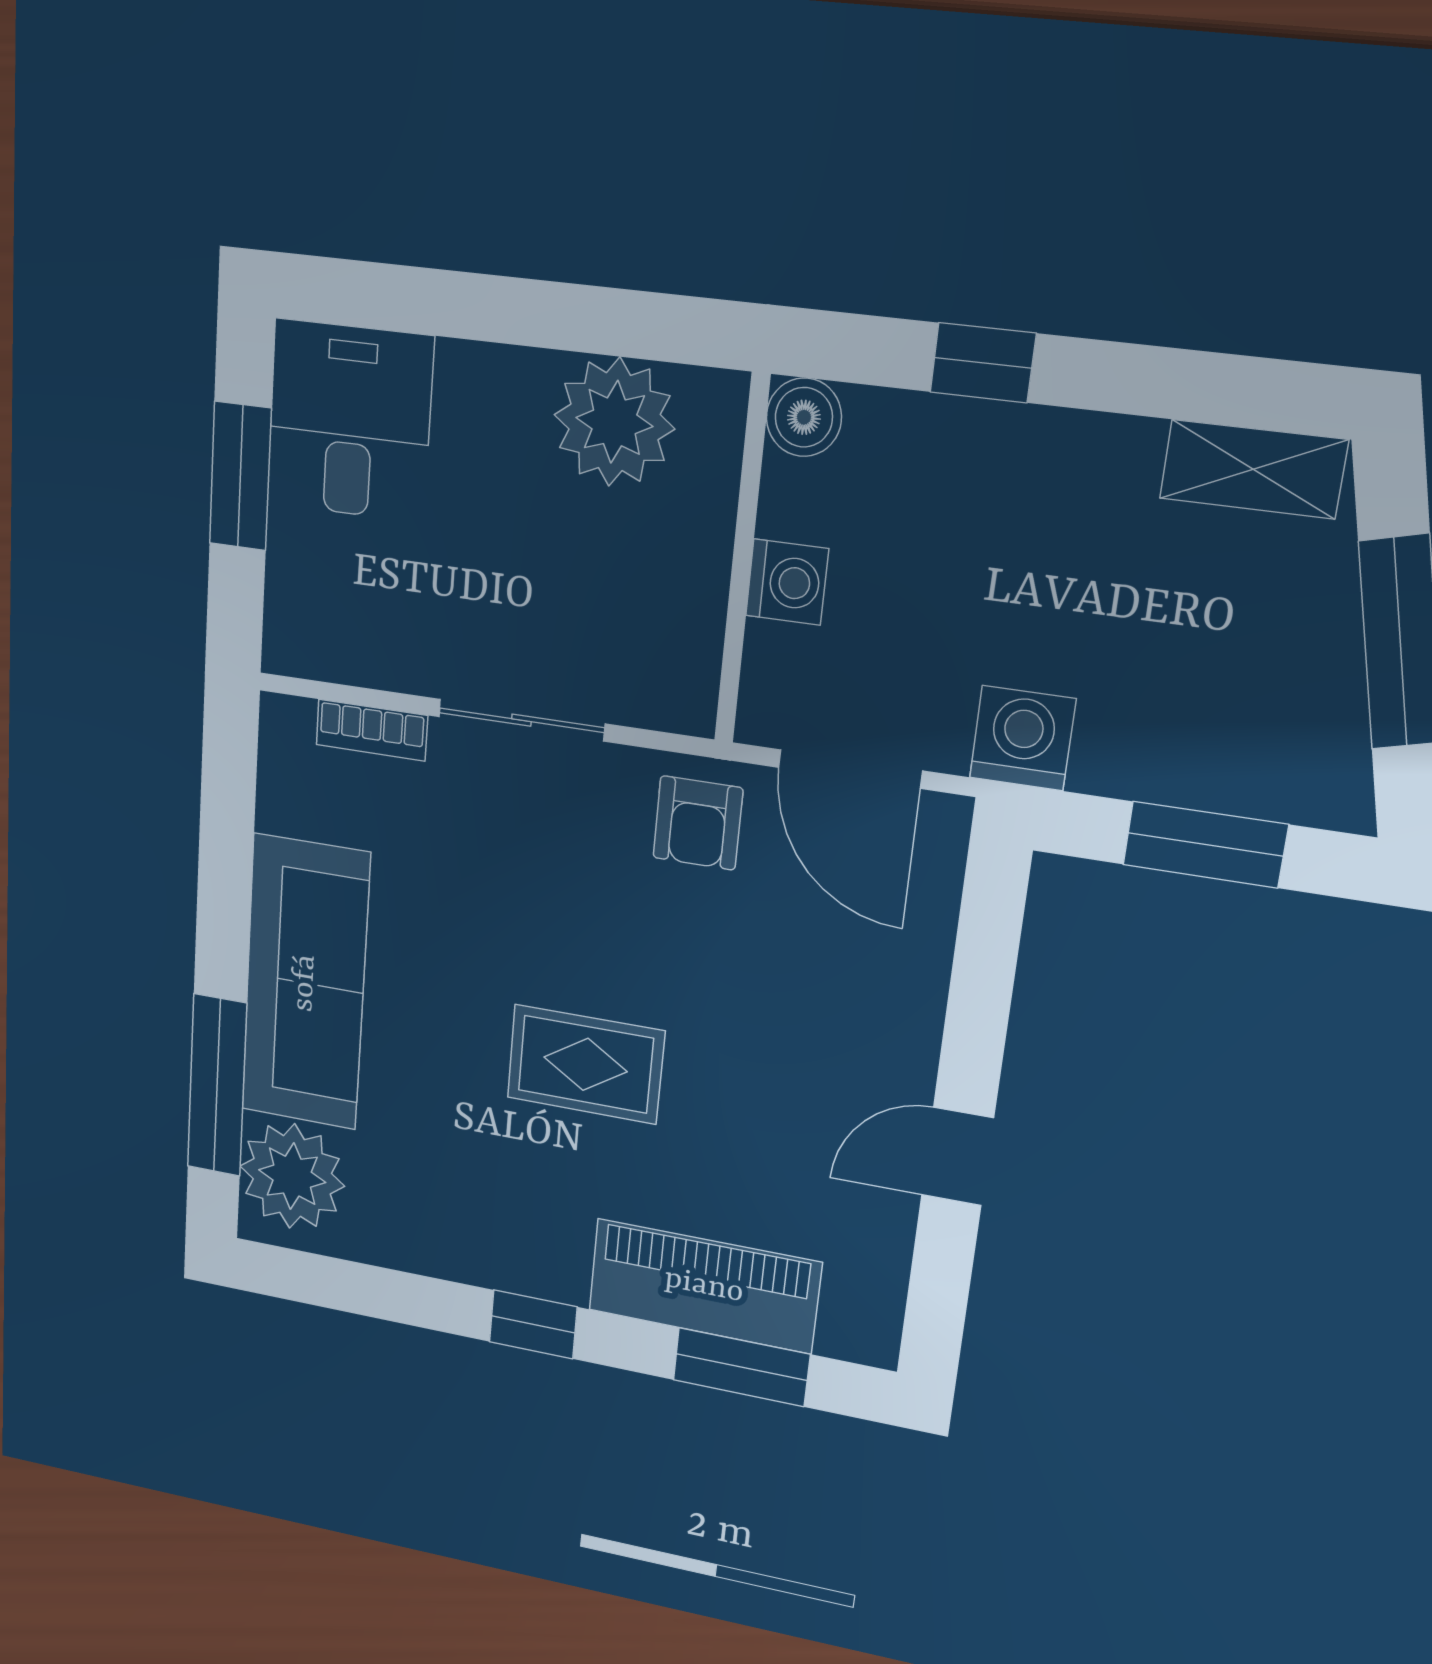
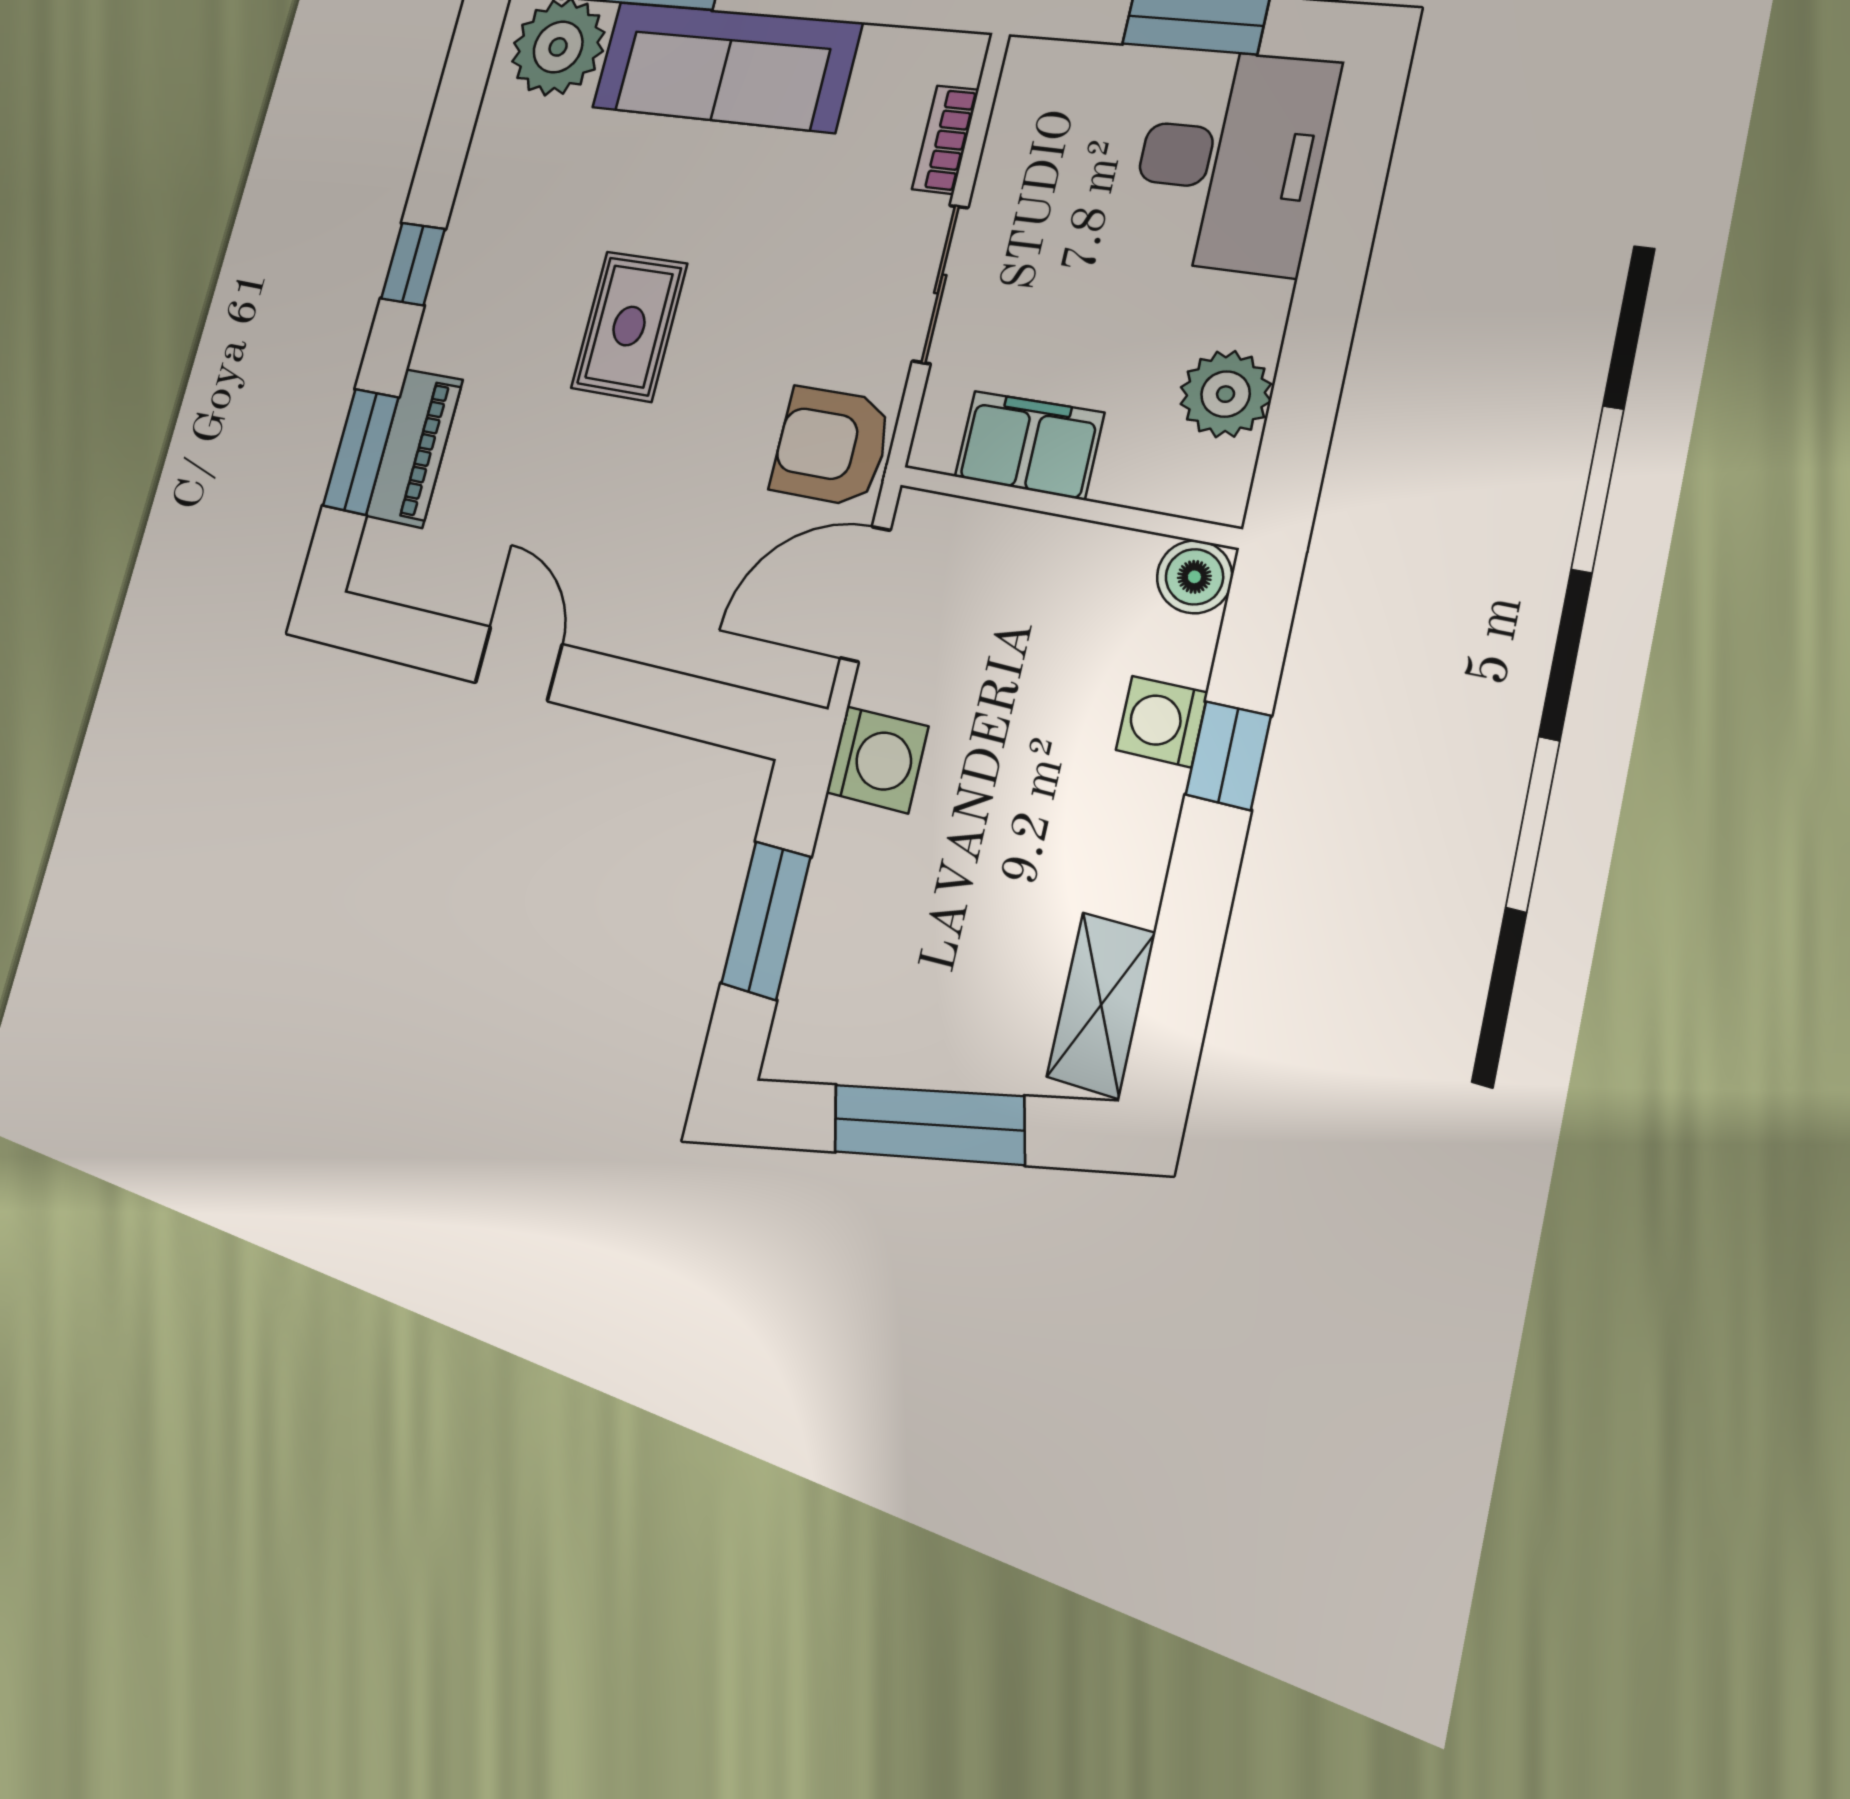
desk: (350, 421) -> (1231, 160), width x1.37
plant: (614, 422) -> (1226, 394), width x0.73, depth x0.73
washing machine: (787, 582) -> (1162, 721), moved, turned 90
filing cabinet: (682, 607) -> (1029, 445), added
armchair: (698, 823) -> (831, 446), width x1.38, depth x1.38
piano: (704, 1286) -> (414, 448), width x0.73, depth x0.75

